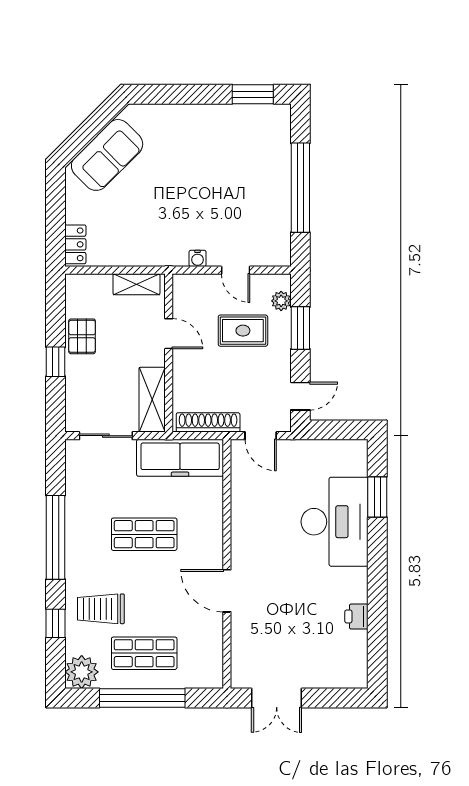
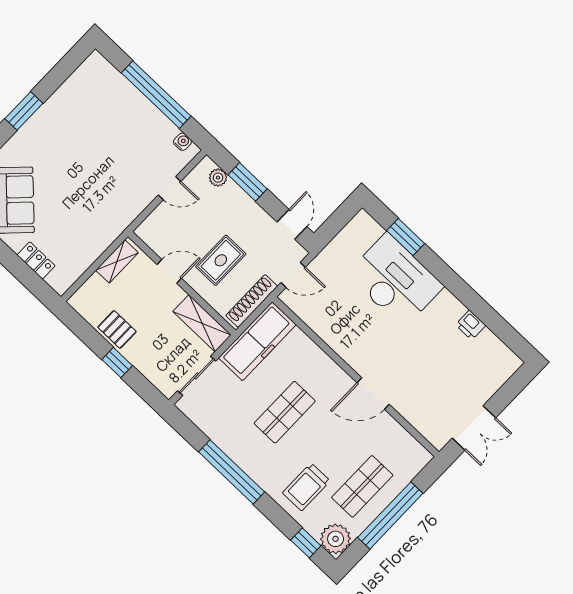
window: (253, 94) -> (24, 111), moved
locker: (75, 244) -> (36, 260), moved
water cooler: (198, 258) -> (182, 142), moved, turned -90
rug: (243, 331) -> (221, 260), moved
window: (56, 623) -> (306, 543), moved

